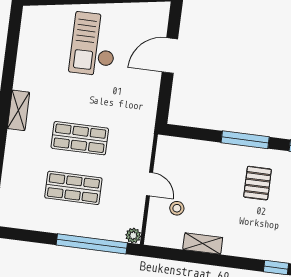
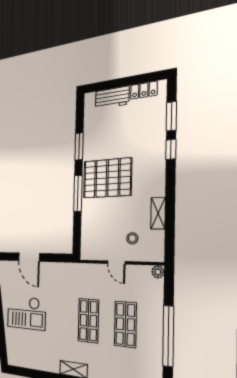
pallet: (258, 183) -> (107, 178), width x2.05, depth x2.00
door: (150, 184) -> (116, 263), swing flipped
window: (92, 244) -> (168, 336), moved

